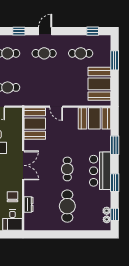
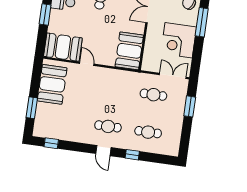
door: (45, 31) -> (103, 151), hinge flipped
cafe table: (81, 53) -> (68, 121), removed
door: (56, 107) -> (87, 64), moved

